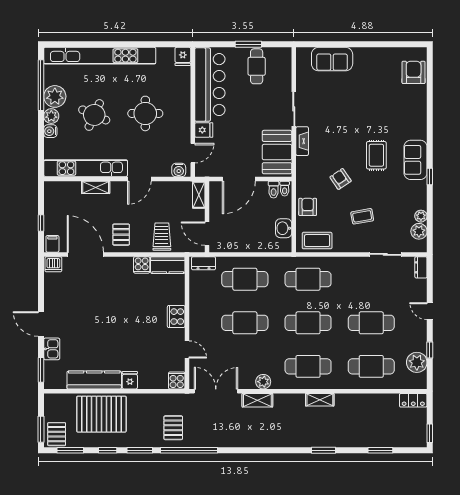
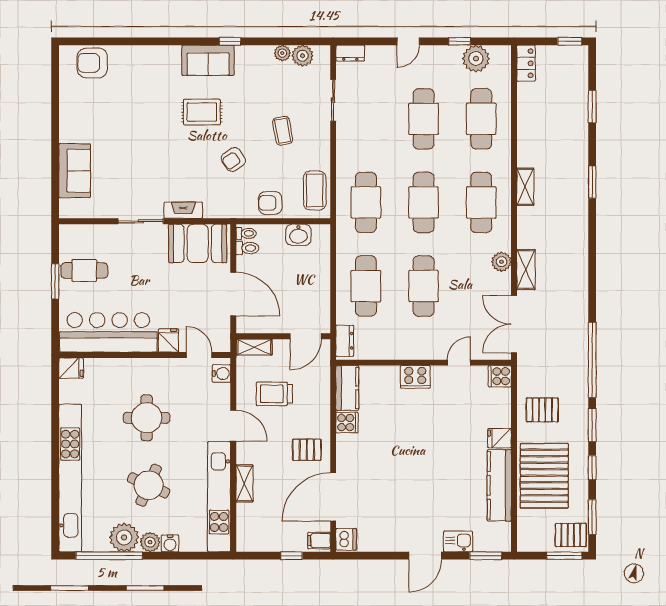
trolley: (162, 237) -> (274, 394), moved
pallet: (173, 428) -> (542, 410), moved

